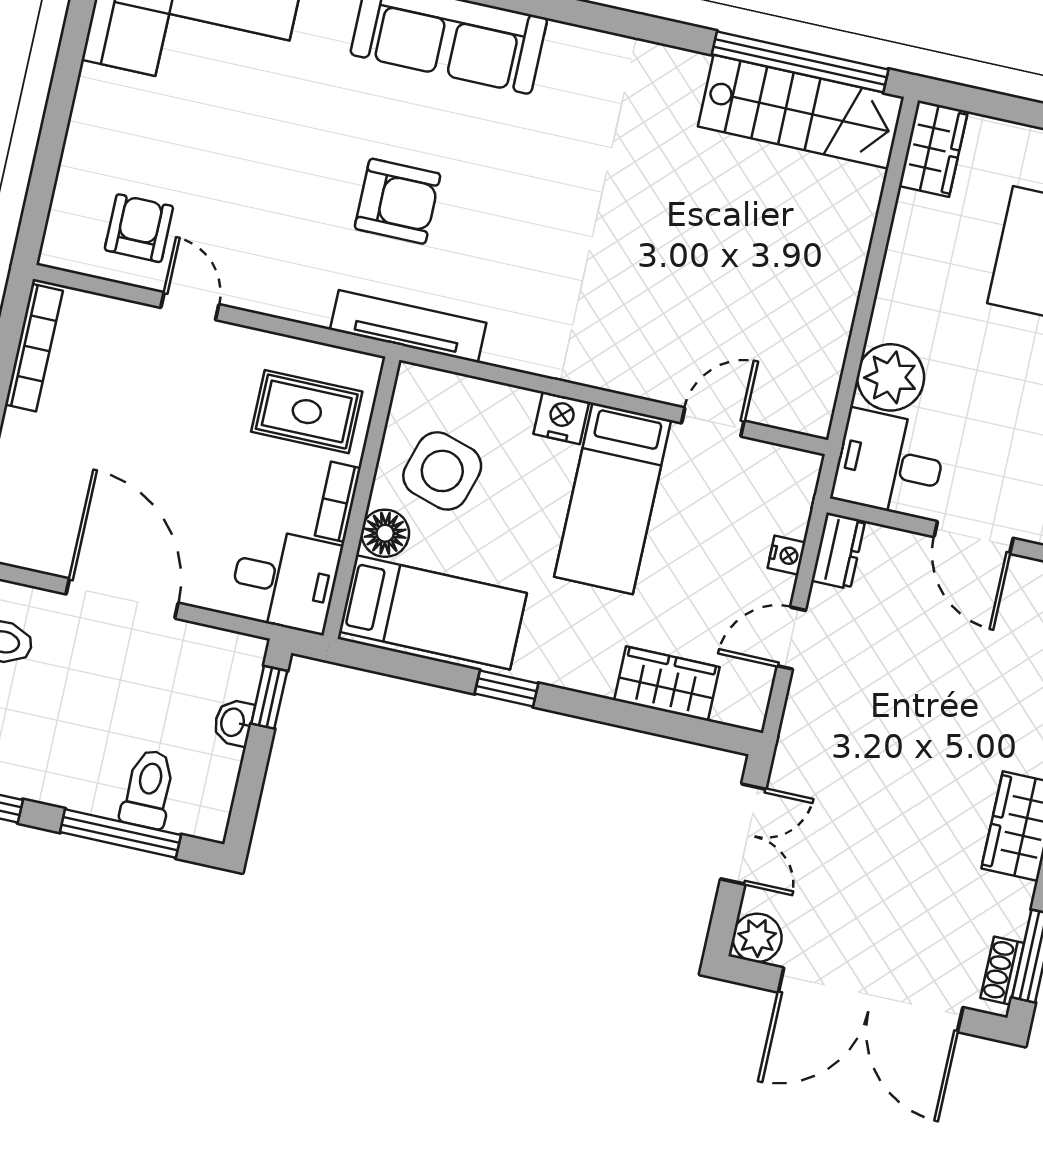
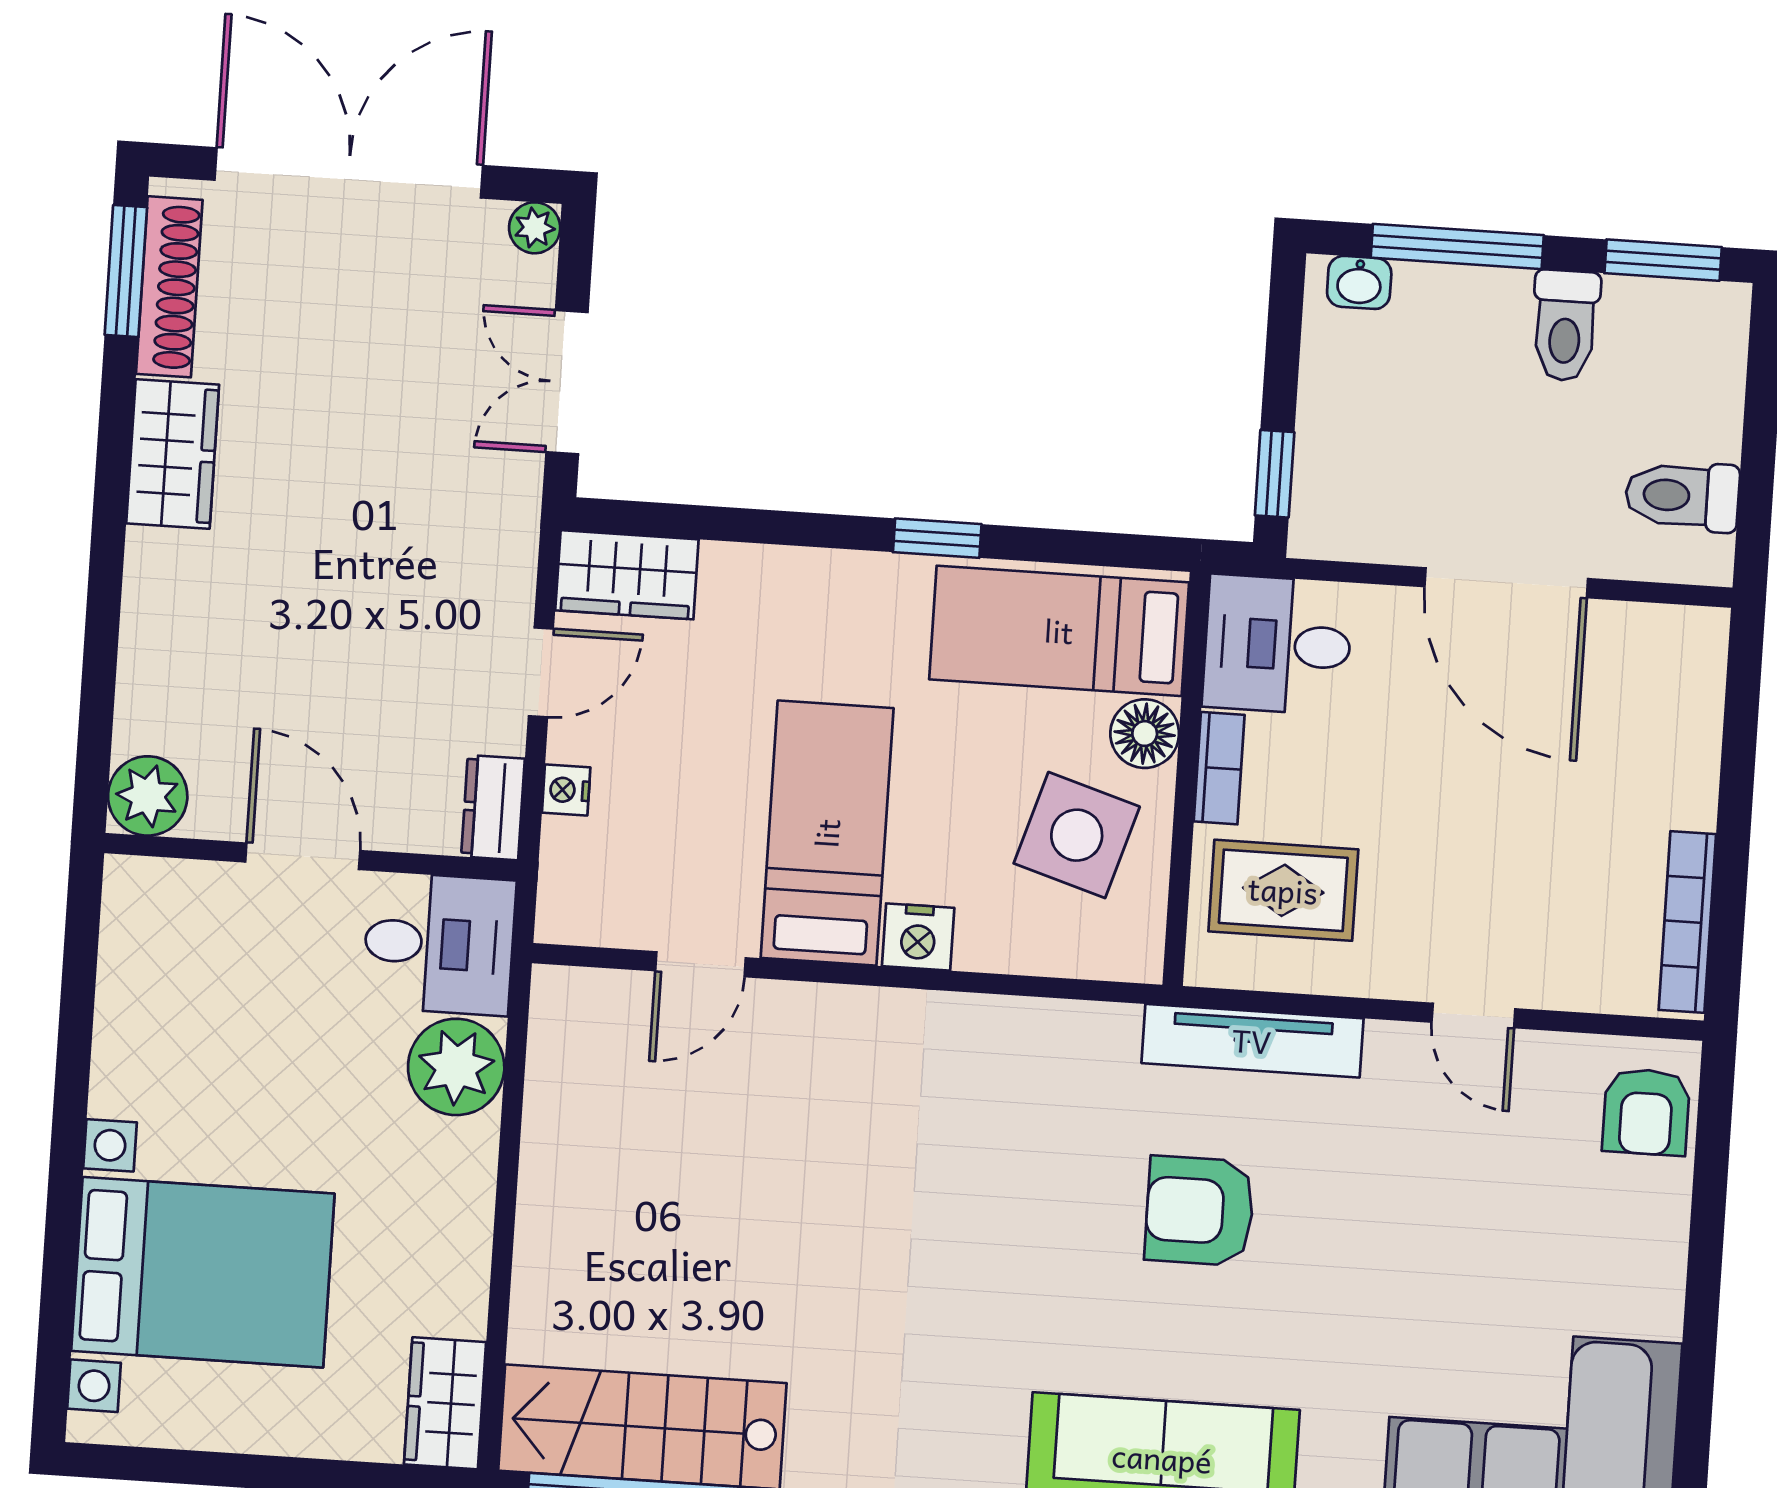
armchair: (139, 228) -> (1646, 1112), moved
tv unit: (408, 326) -> (1252, 1041), moved
wardrobe: (667, 684) -> (627, 575), moved
washbasin: (234, 722) -> (1359, 282), moved, turned 90
toilet: (148, 789) -> (1565, 325), moved
plant: (757, 938) -> (535, 228), width x0.73, depth x0.73
shoe rack: (1002, 971) -> (169, 287), width x1.94, depth x1.24

